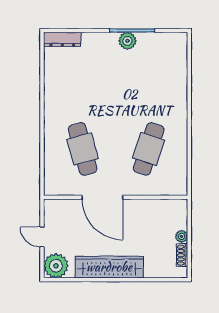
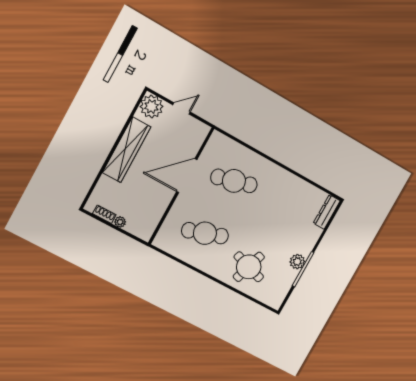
round table: (159, 87) -> (249, 267), added
cafe table: (149, 149) -> (205, 233), turned -36

